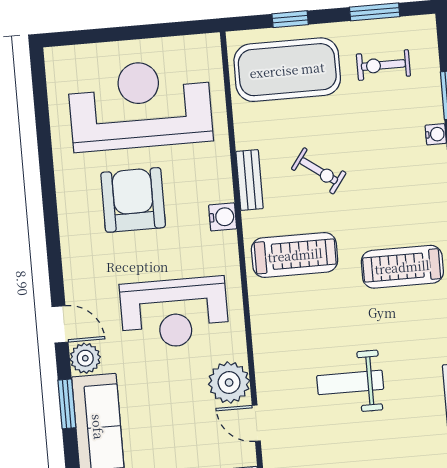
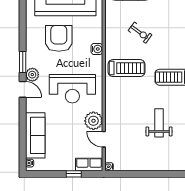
bench: (250, 180) -> (110, 34), removed
plant: (85, 358) -> (32, 75), moved
weight bench: (350, 382) -> (159, 123), moved, turned 90
window: (67, 404) -> (23, 62), moved

